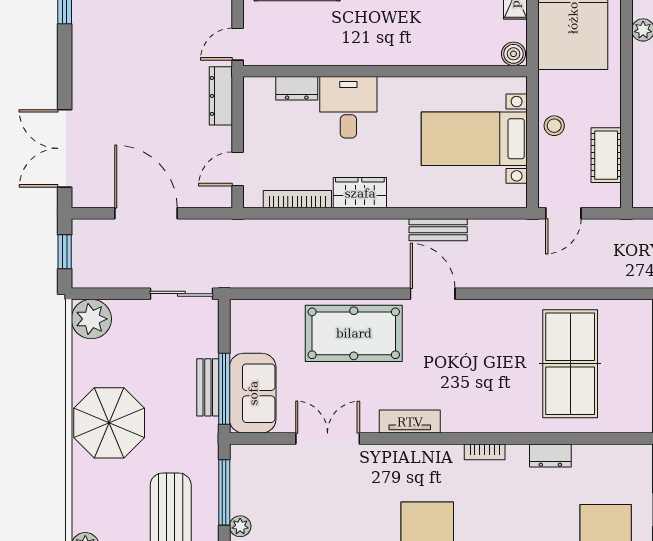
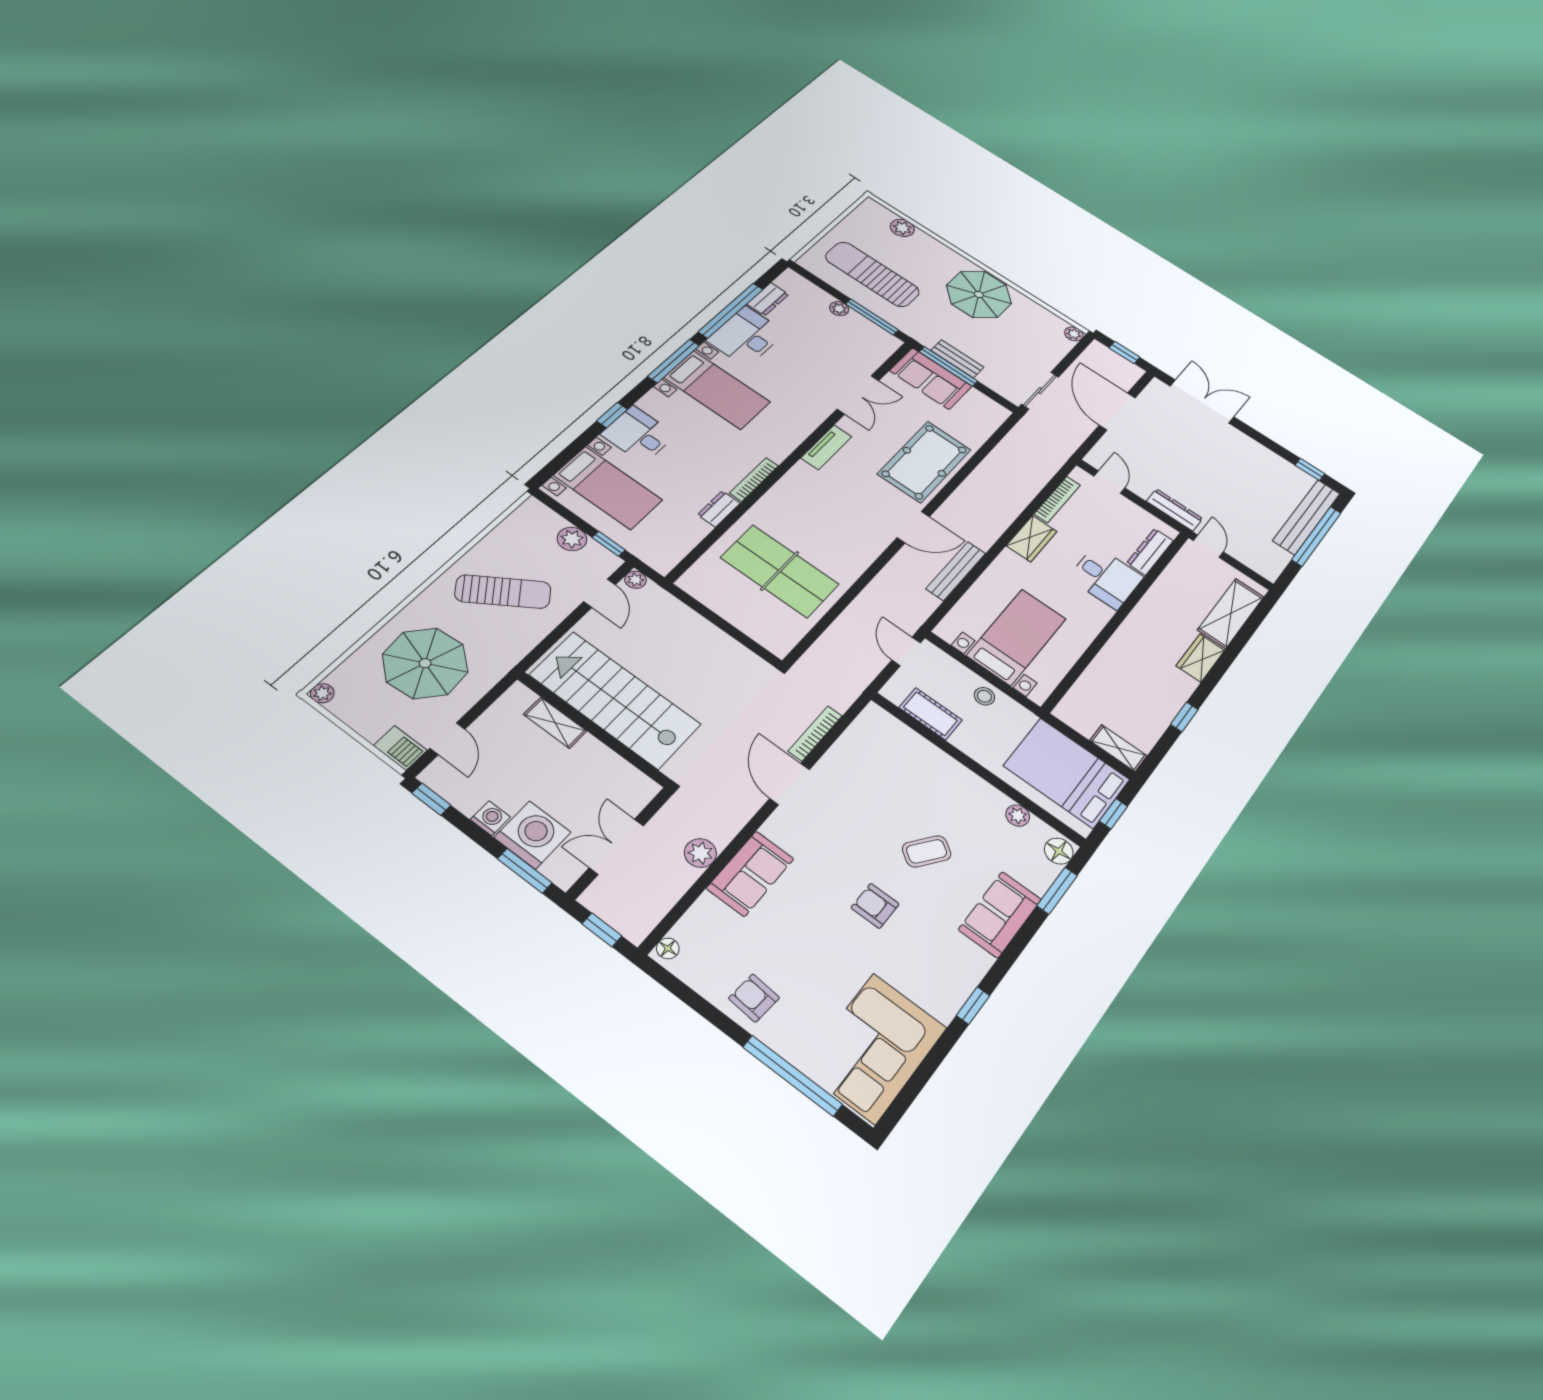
boiler: (513, 54) -> (1067, 711), removed
dresser: (297, 88) -> (1150, 552), width x1.44
door: (146, 213) -> (1117, 412), swing flipped
bench: (438, 230) -> (956, 571), width x1.36
plant: (91, 319) -> (1074, 334), width x0.53, depth x0.53
bookcase: (485, 452) -> (754, 479), width x1.56

